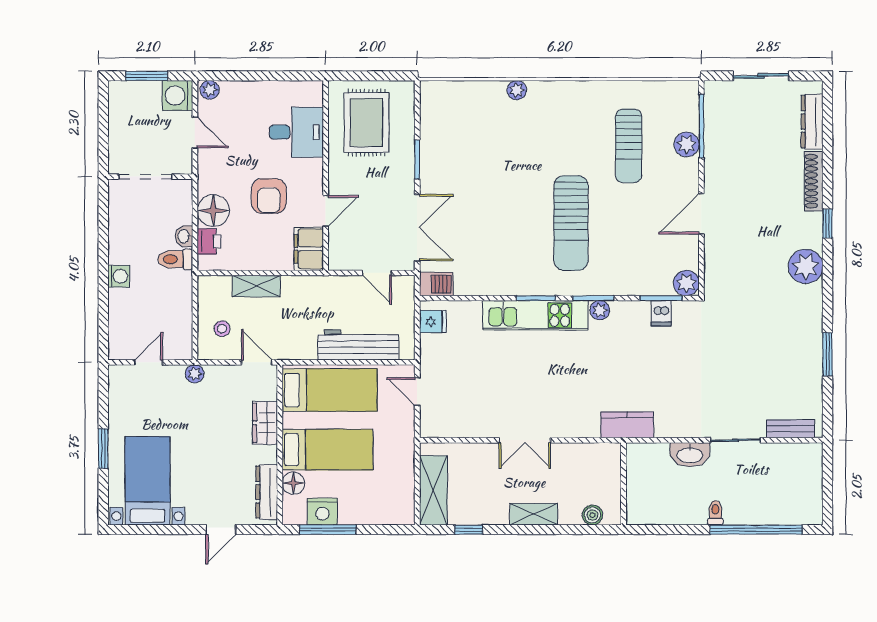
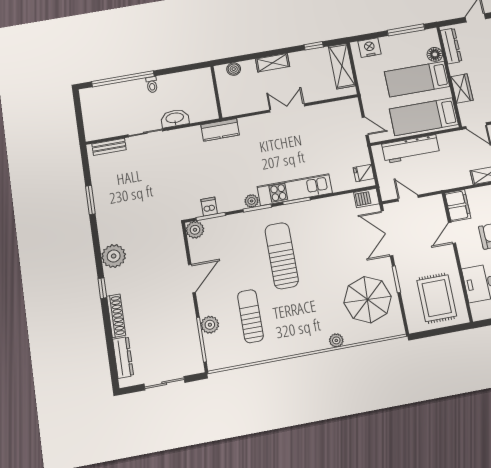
parasol: (463, 139) -> (368, 300), added
nightstand: (322, 512) -> (370, 48), moved

